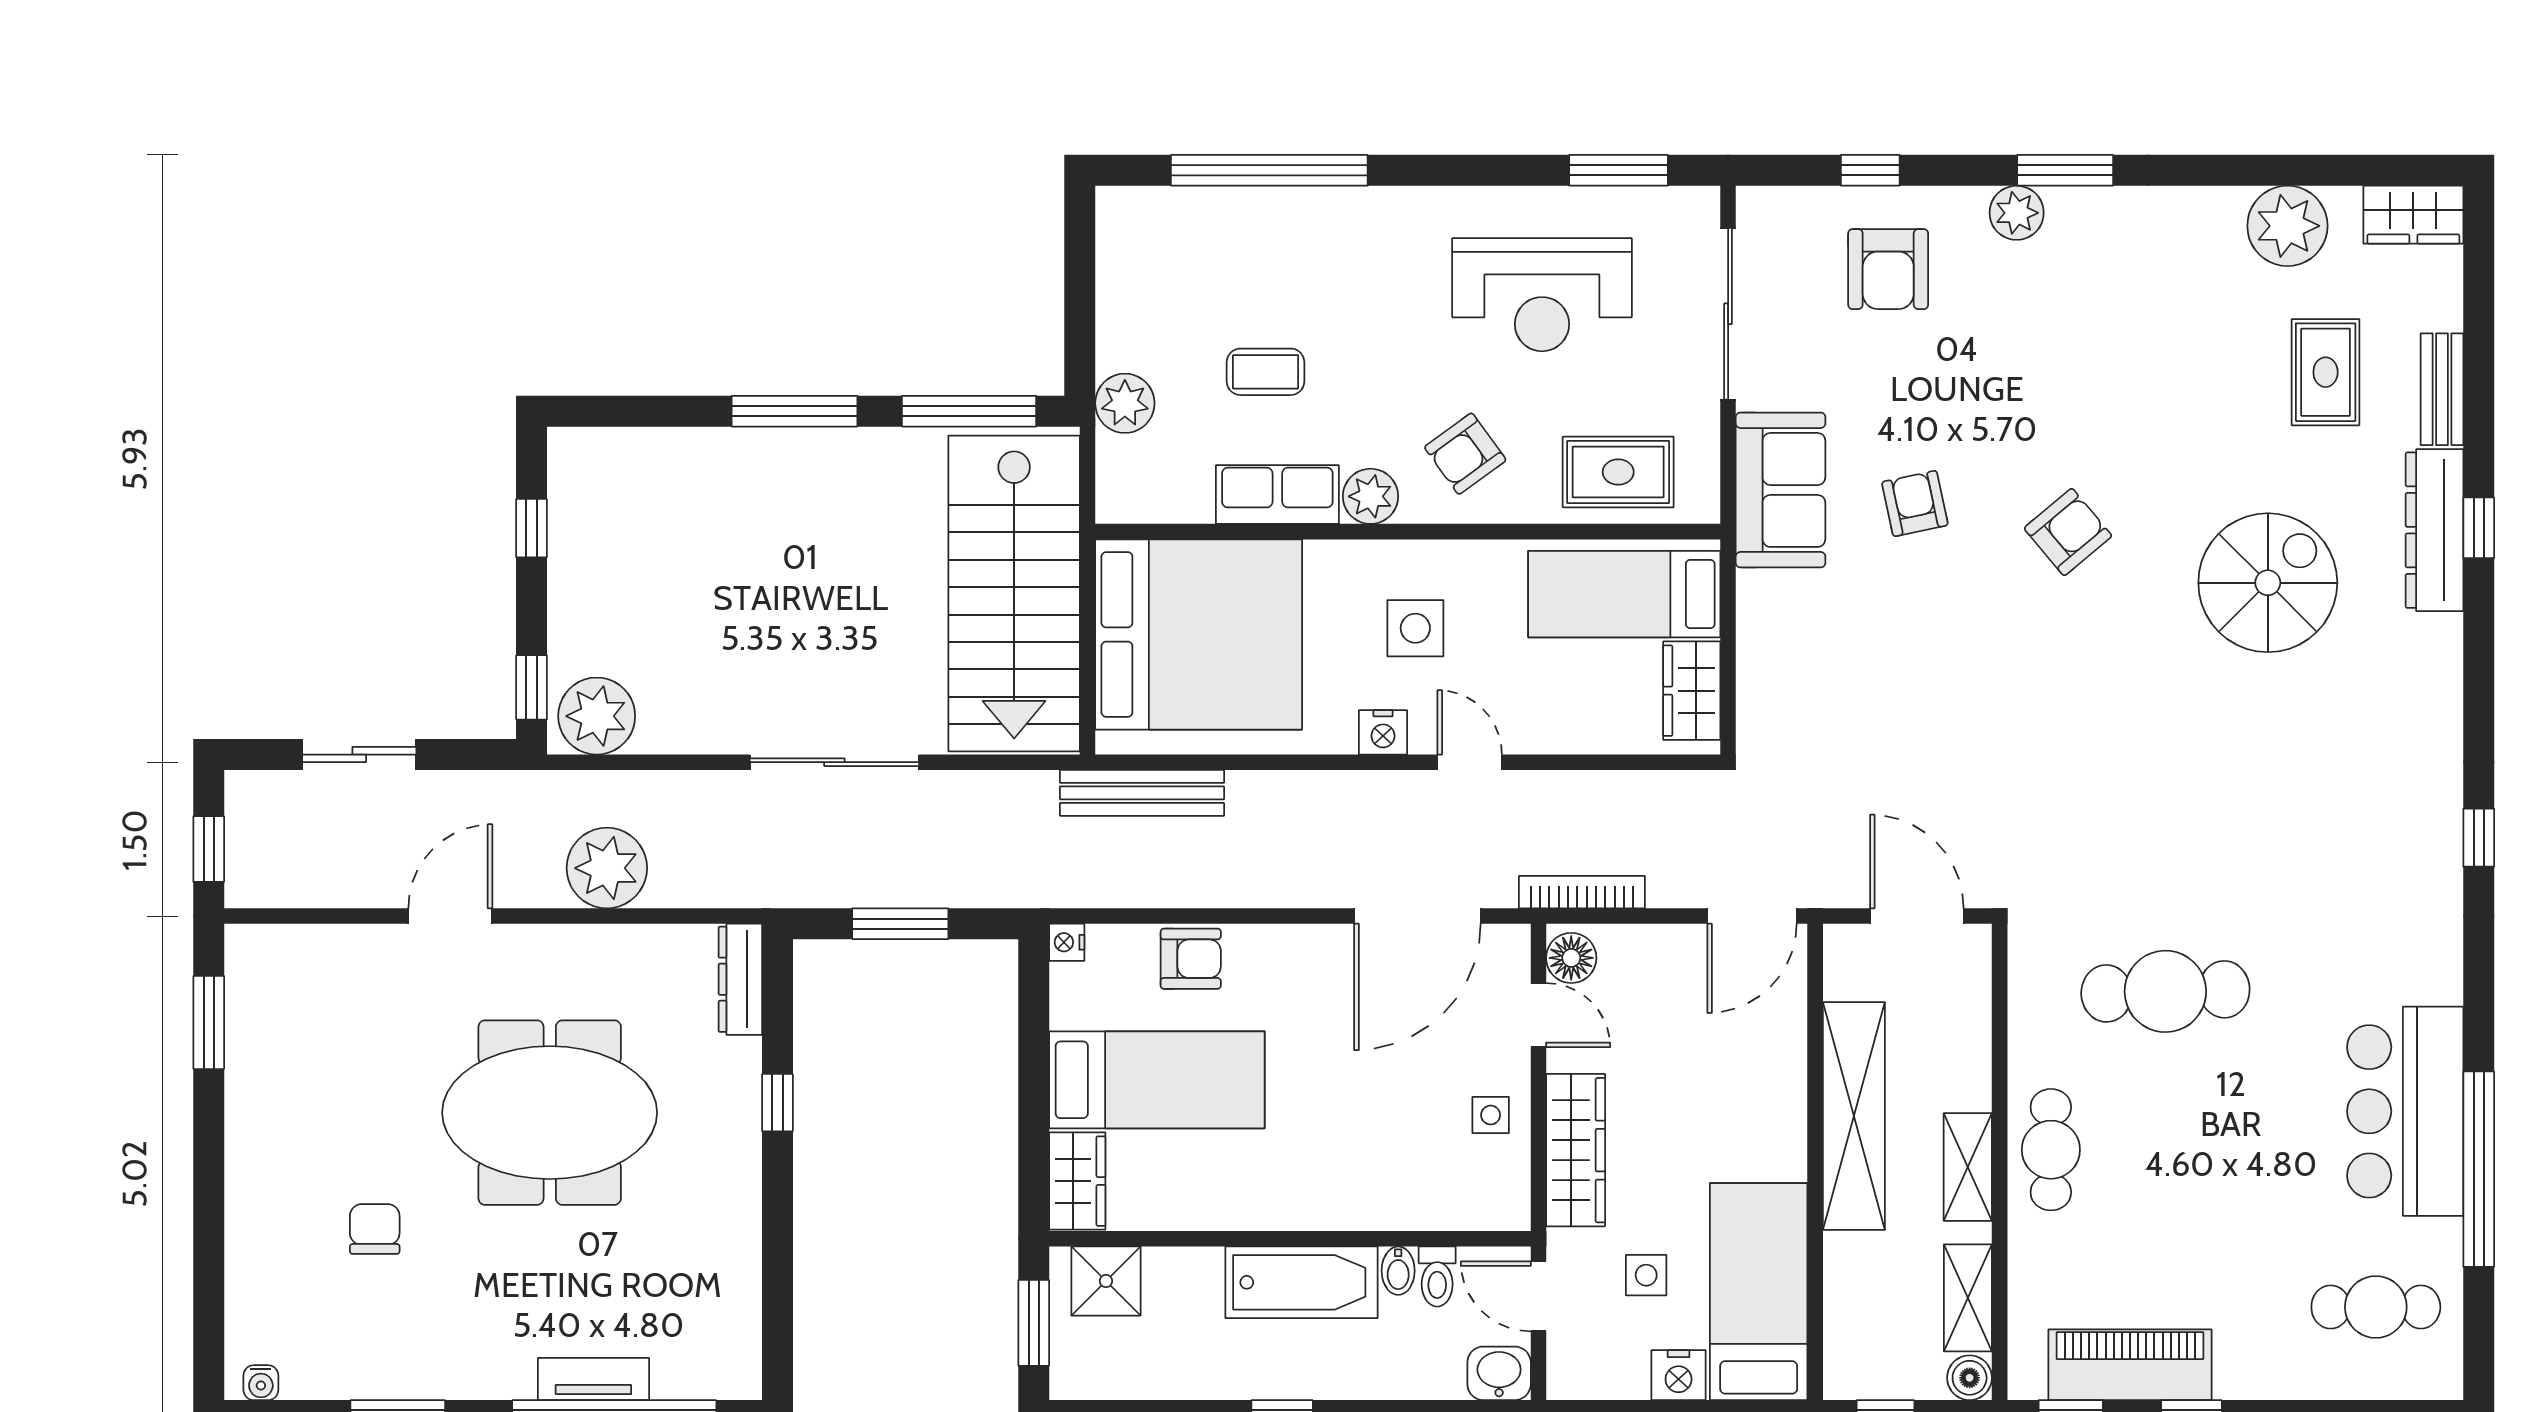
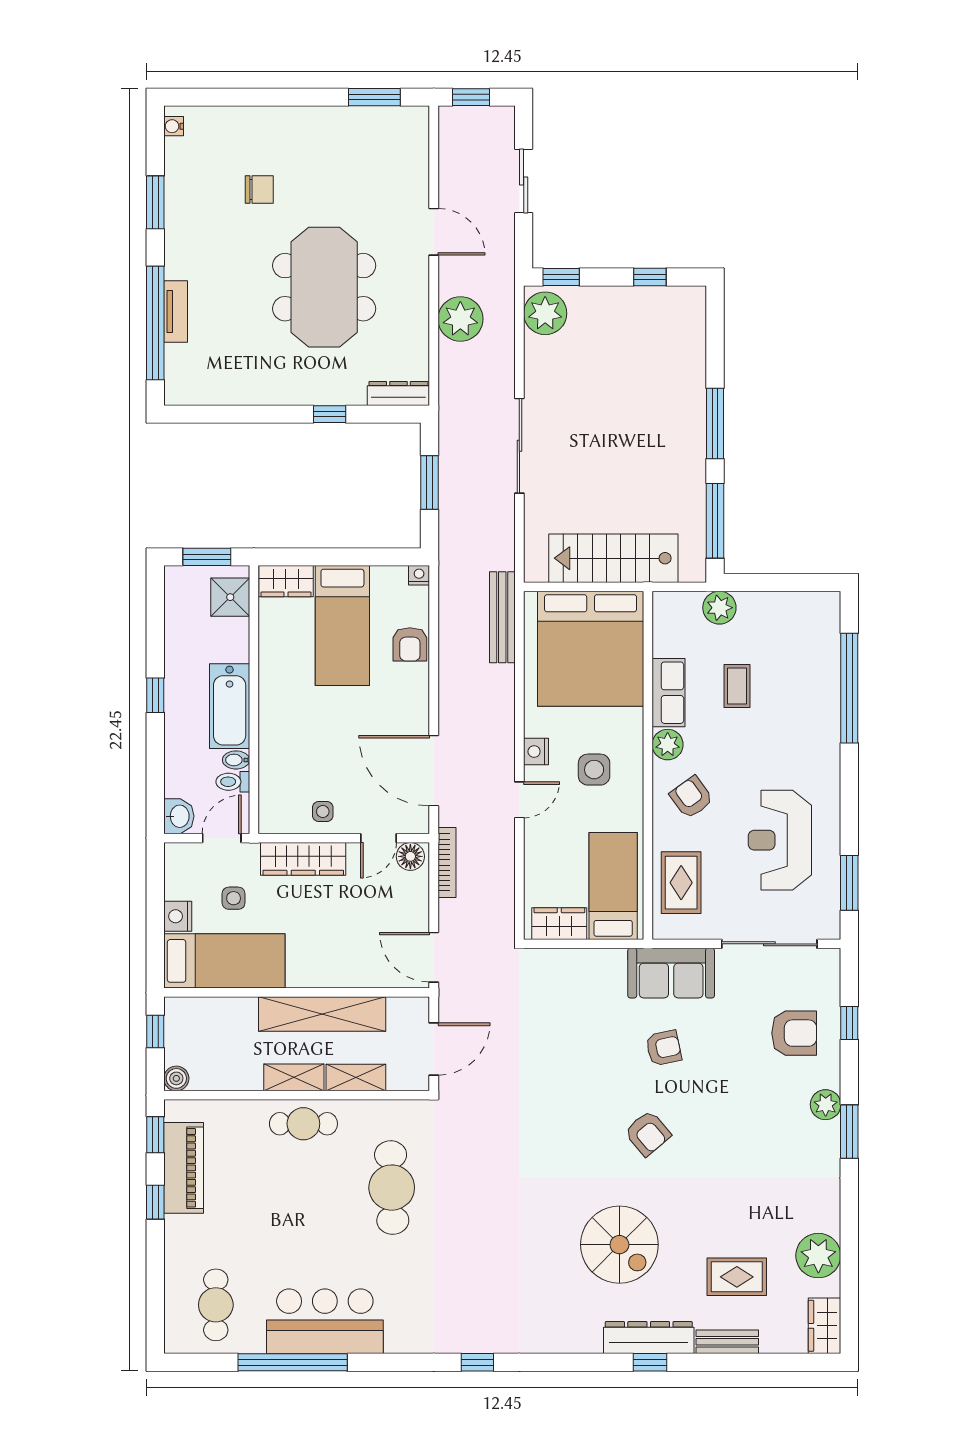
armchair: (1888, 269) -> (794, 1033), turned 180
stairs: (1014, 593) -> (613, 558), width x0.73, depth x0.66
shelving: (1968, 1298) -> (356, 1077), moved

